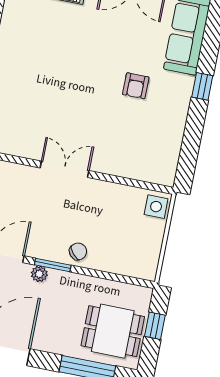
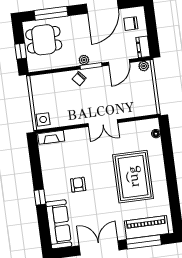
rug: (45, 69) -> (133, 177), added
fireplace: (153, 174) -> (51, 137), added
plant: (39, 274) -> (84, 60), moved

